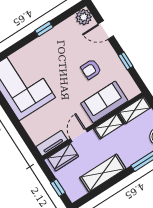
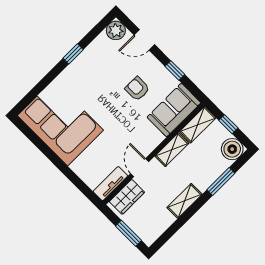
armchair: (91, 69) -> (137, 89), turned 90
sofa: (104, 102) -> (174, 110), moved
shelving: (103, 173) -> (184, 201), width x0.67, depth x0.75
window: (58, 188) -> (129, 233), width x1.50

